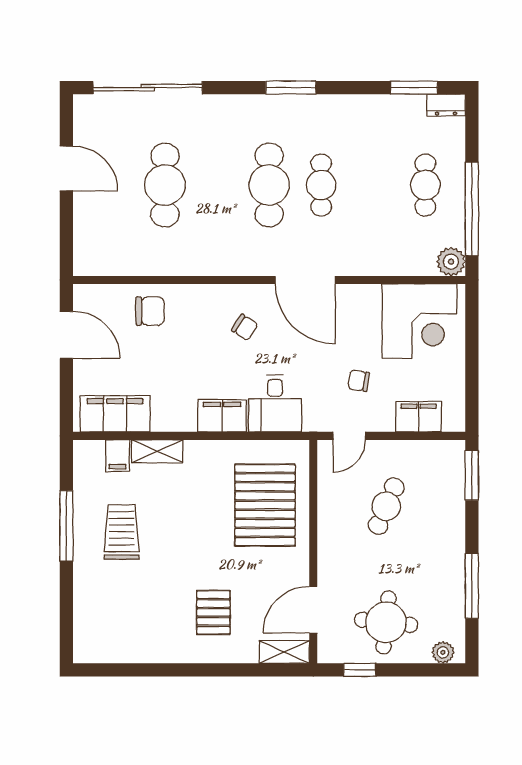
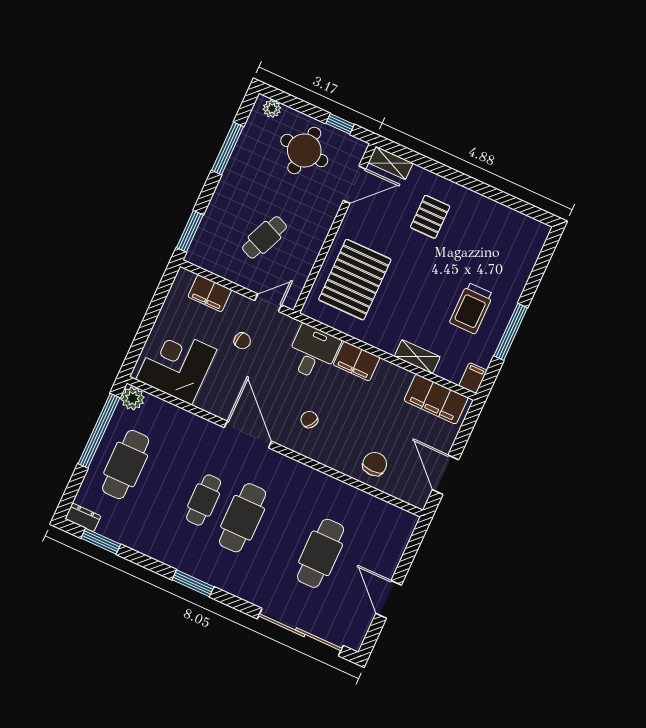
cafe table: (425, 185) -> (126, 464), width x1.37, depth x1.35
chair: (150, 311) -> (375, 464), turned 90
filing cabinet: (118, 456) -> (473, 378), moved

